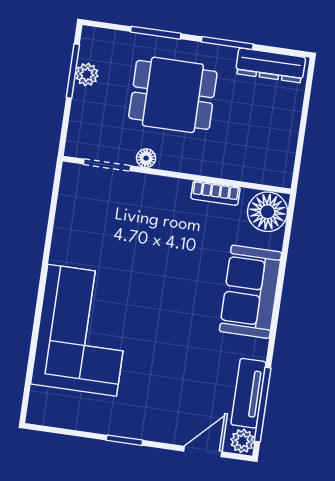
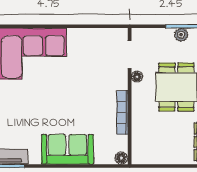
bookcase: (215, 193) -> (122, 112), width x1.56
floor lamp: (268, 212) -> (121, 158), width x0.53, depth x0.53

